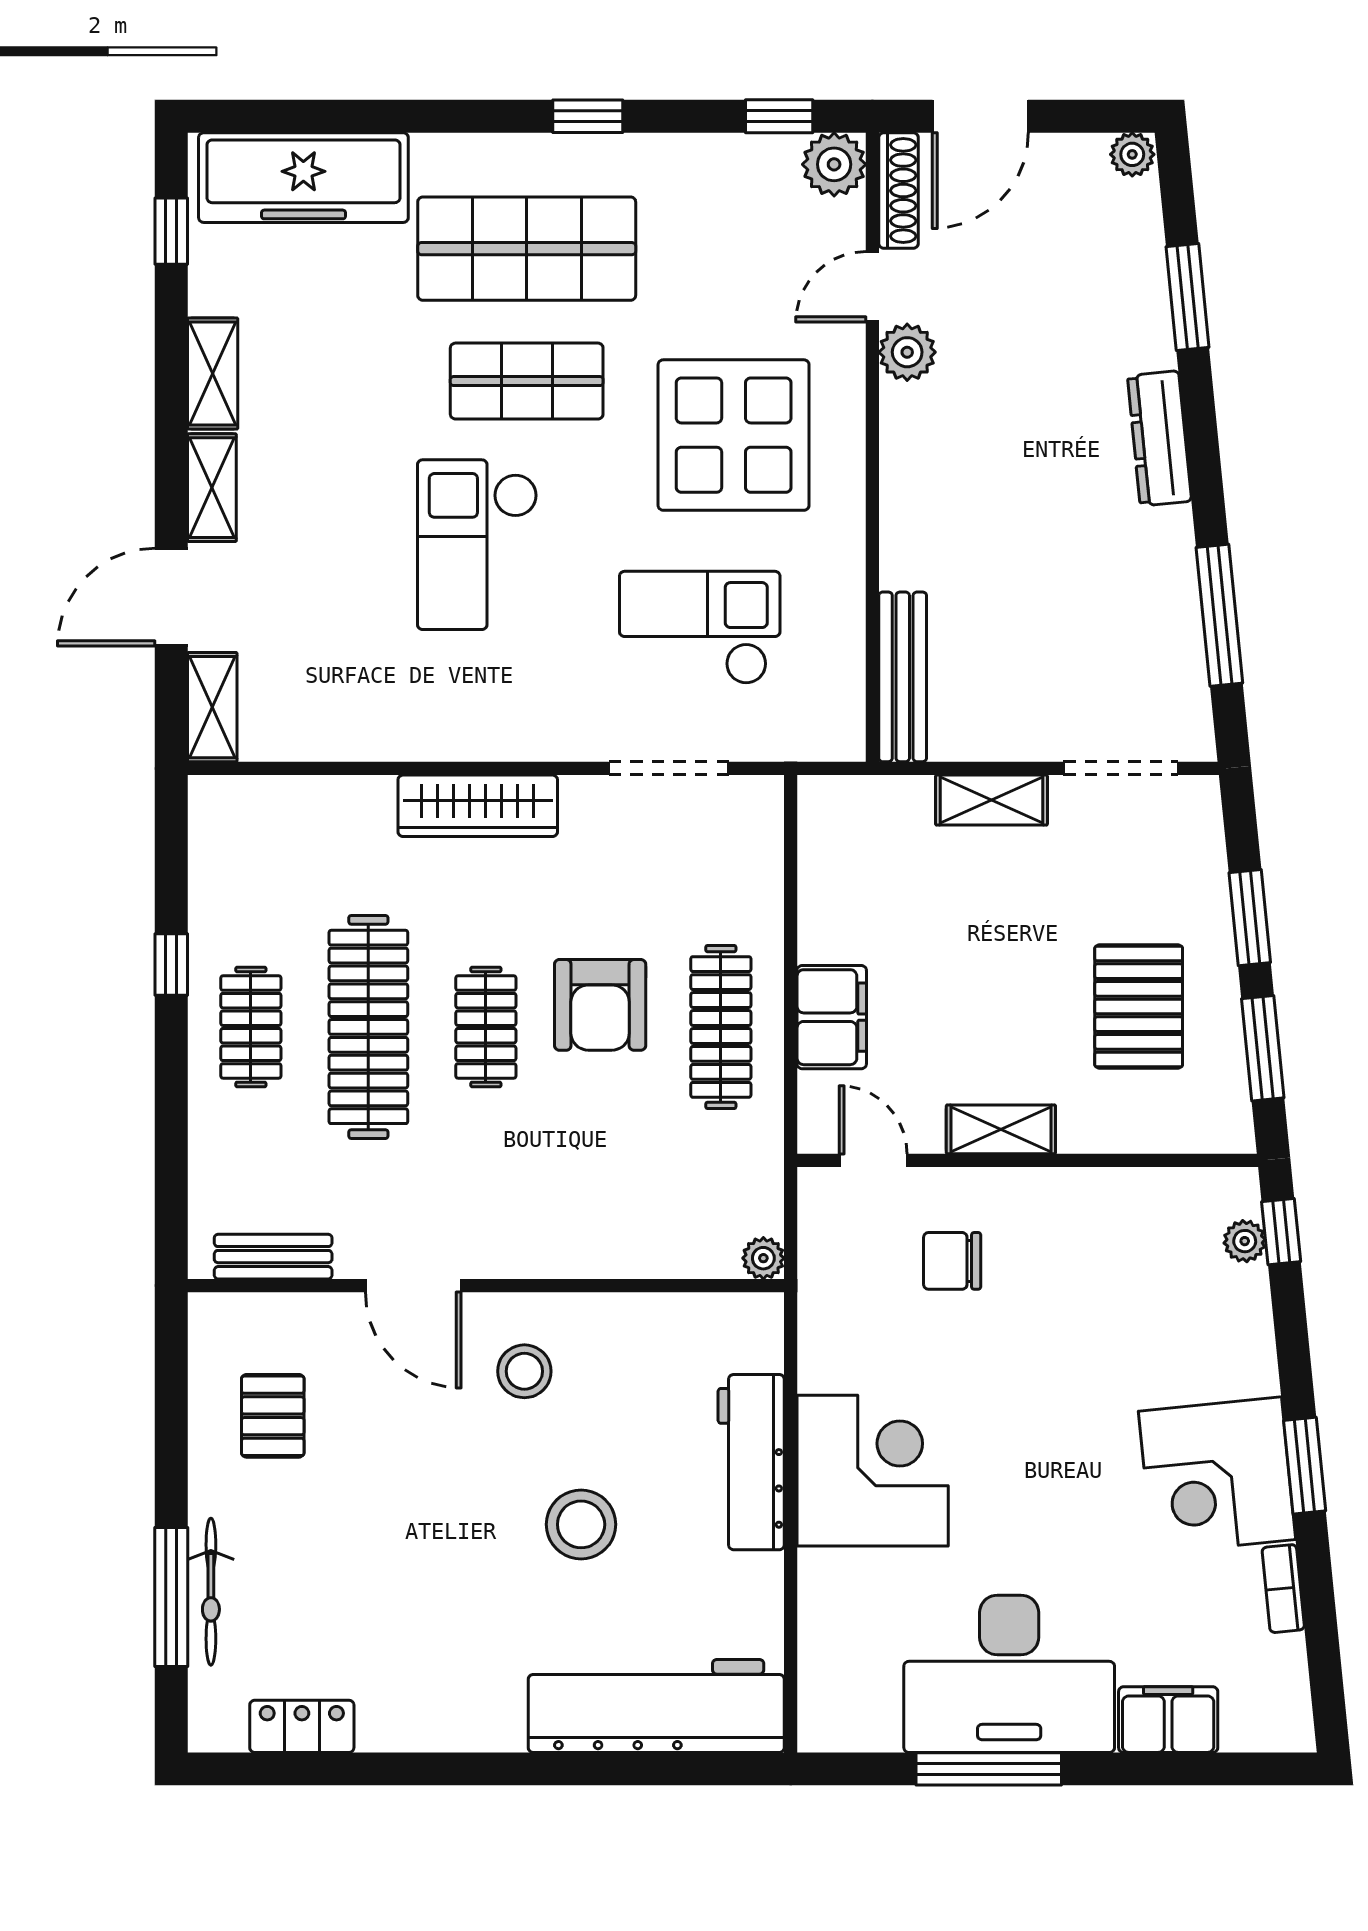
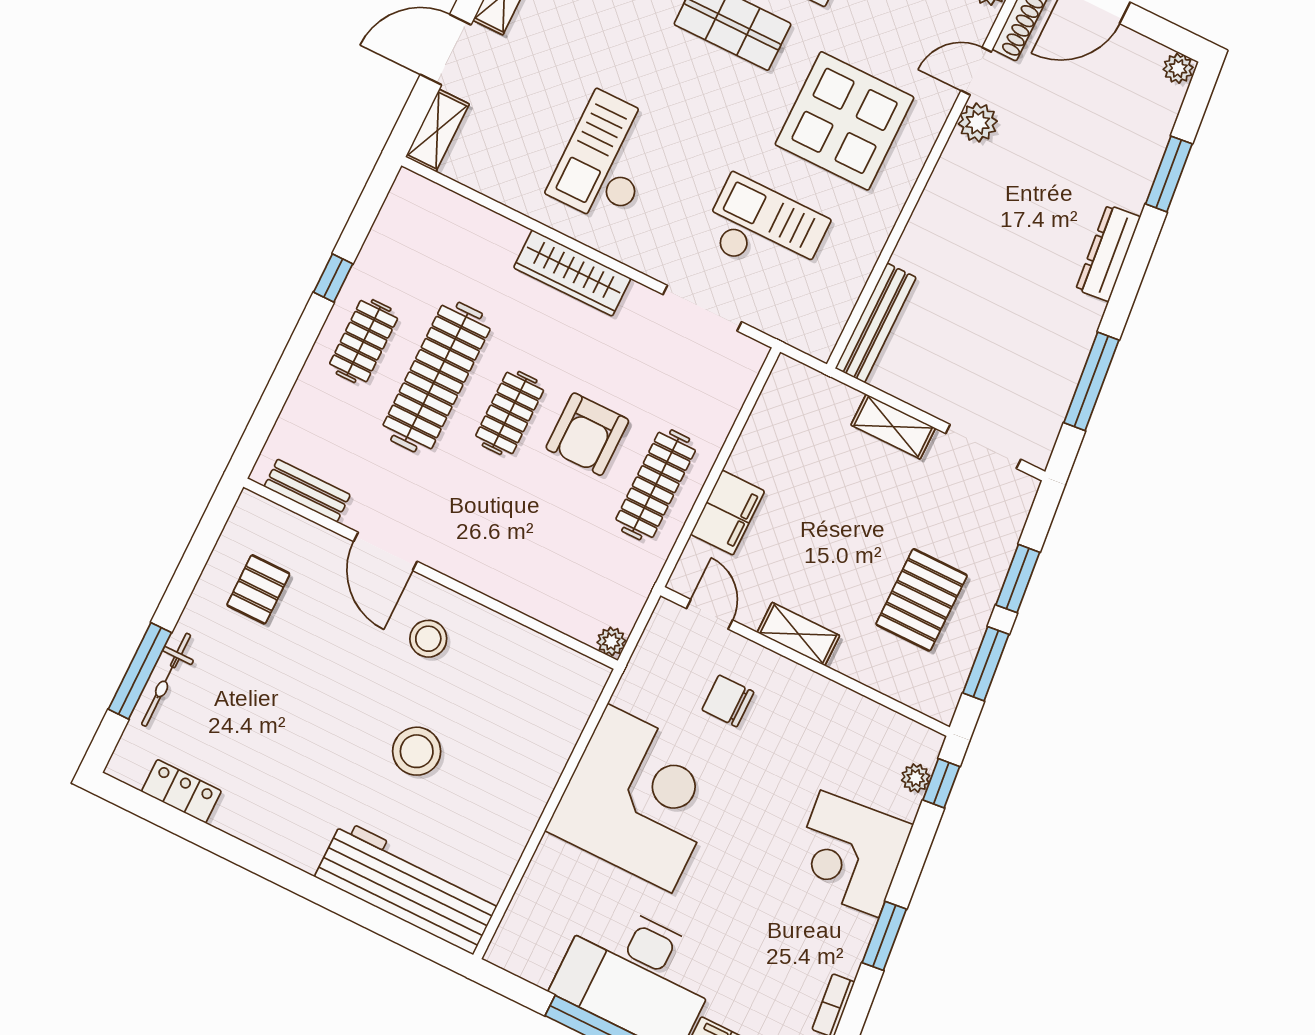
checkout: (477, 545) -> (607, 159), moved
workbench: (751, 1462) -> (541, 764), removed
corner desk: (873, 1471) -> (640, 798), width x1.36, depth x1.36
corner desk: (1217, 1475) -> (850, 854), moved

